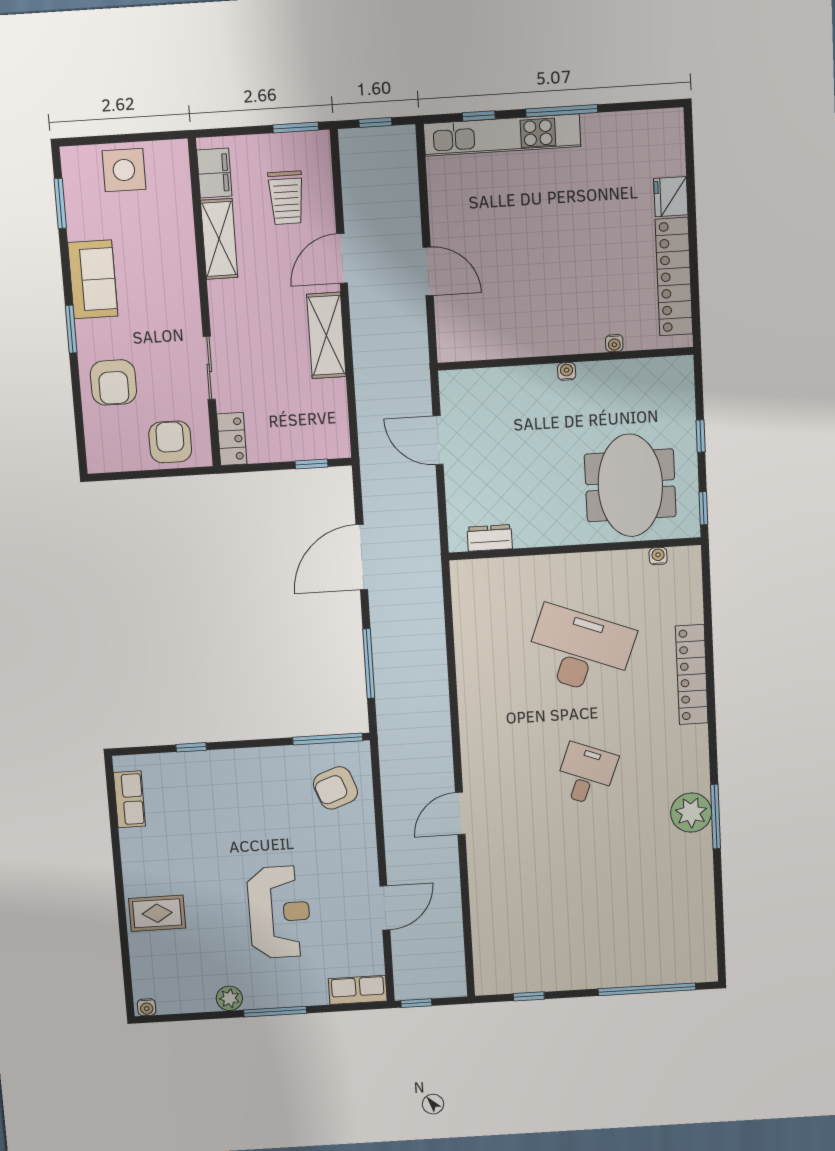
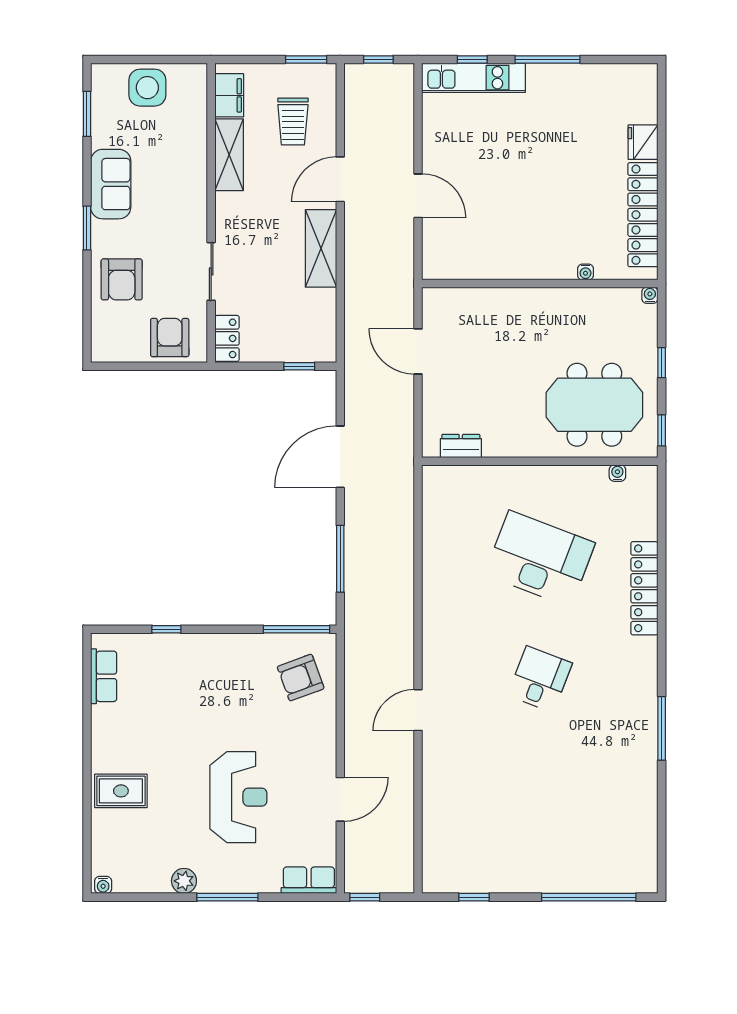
kitchen unit: (502, 135) -> (474, 78), width x0.73
water cooler: (567, 371) -> (650, 295), moved
meeting table: (630, 485) -> (594, 405), turned 90
plant: (691, 813) -> (638, 723), removed

